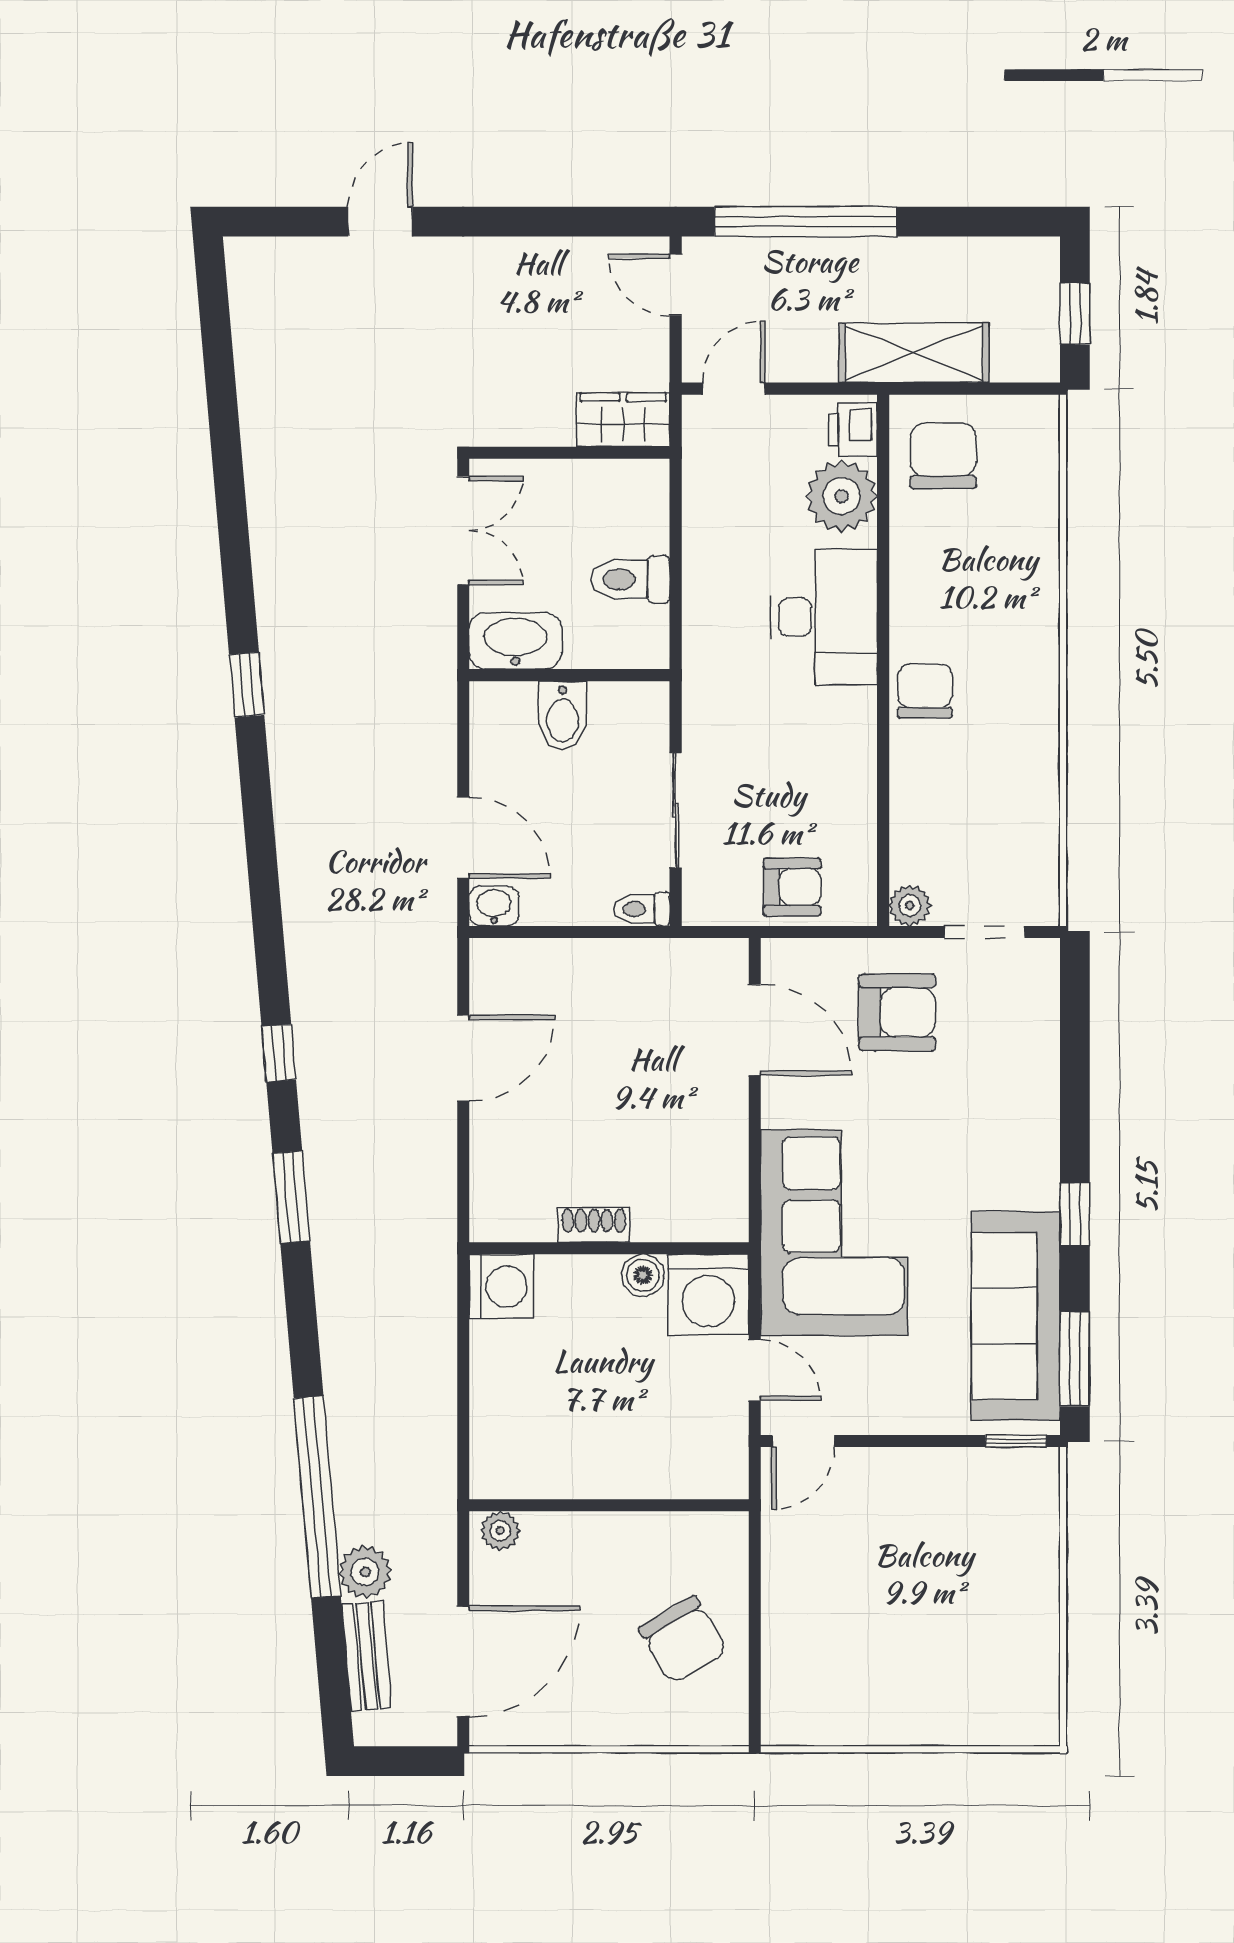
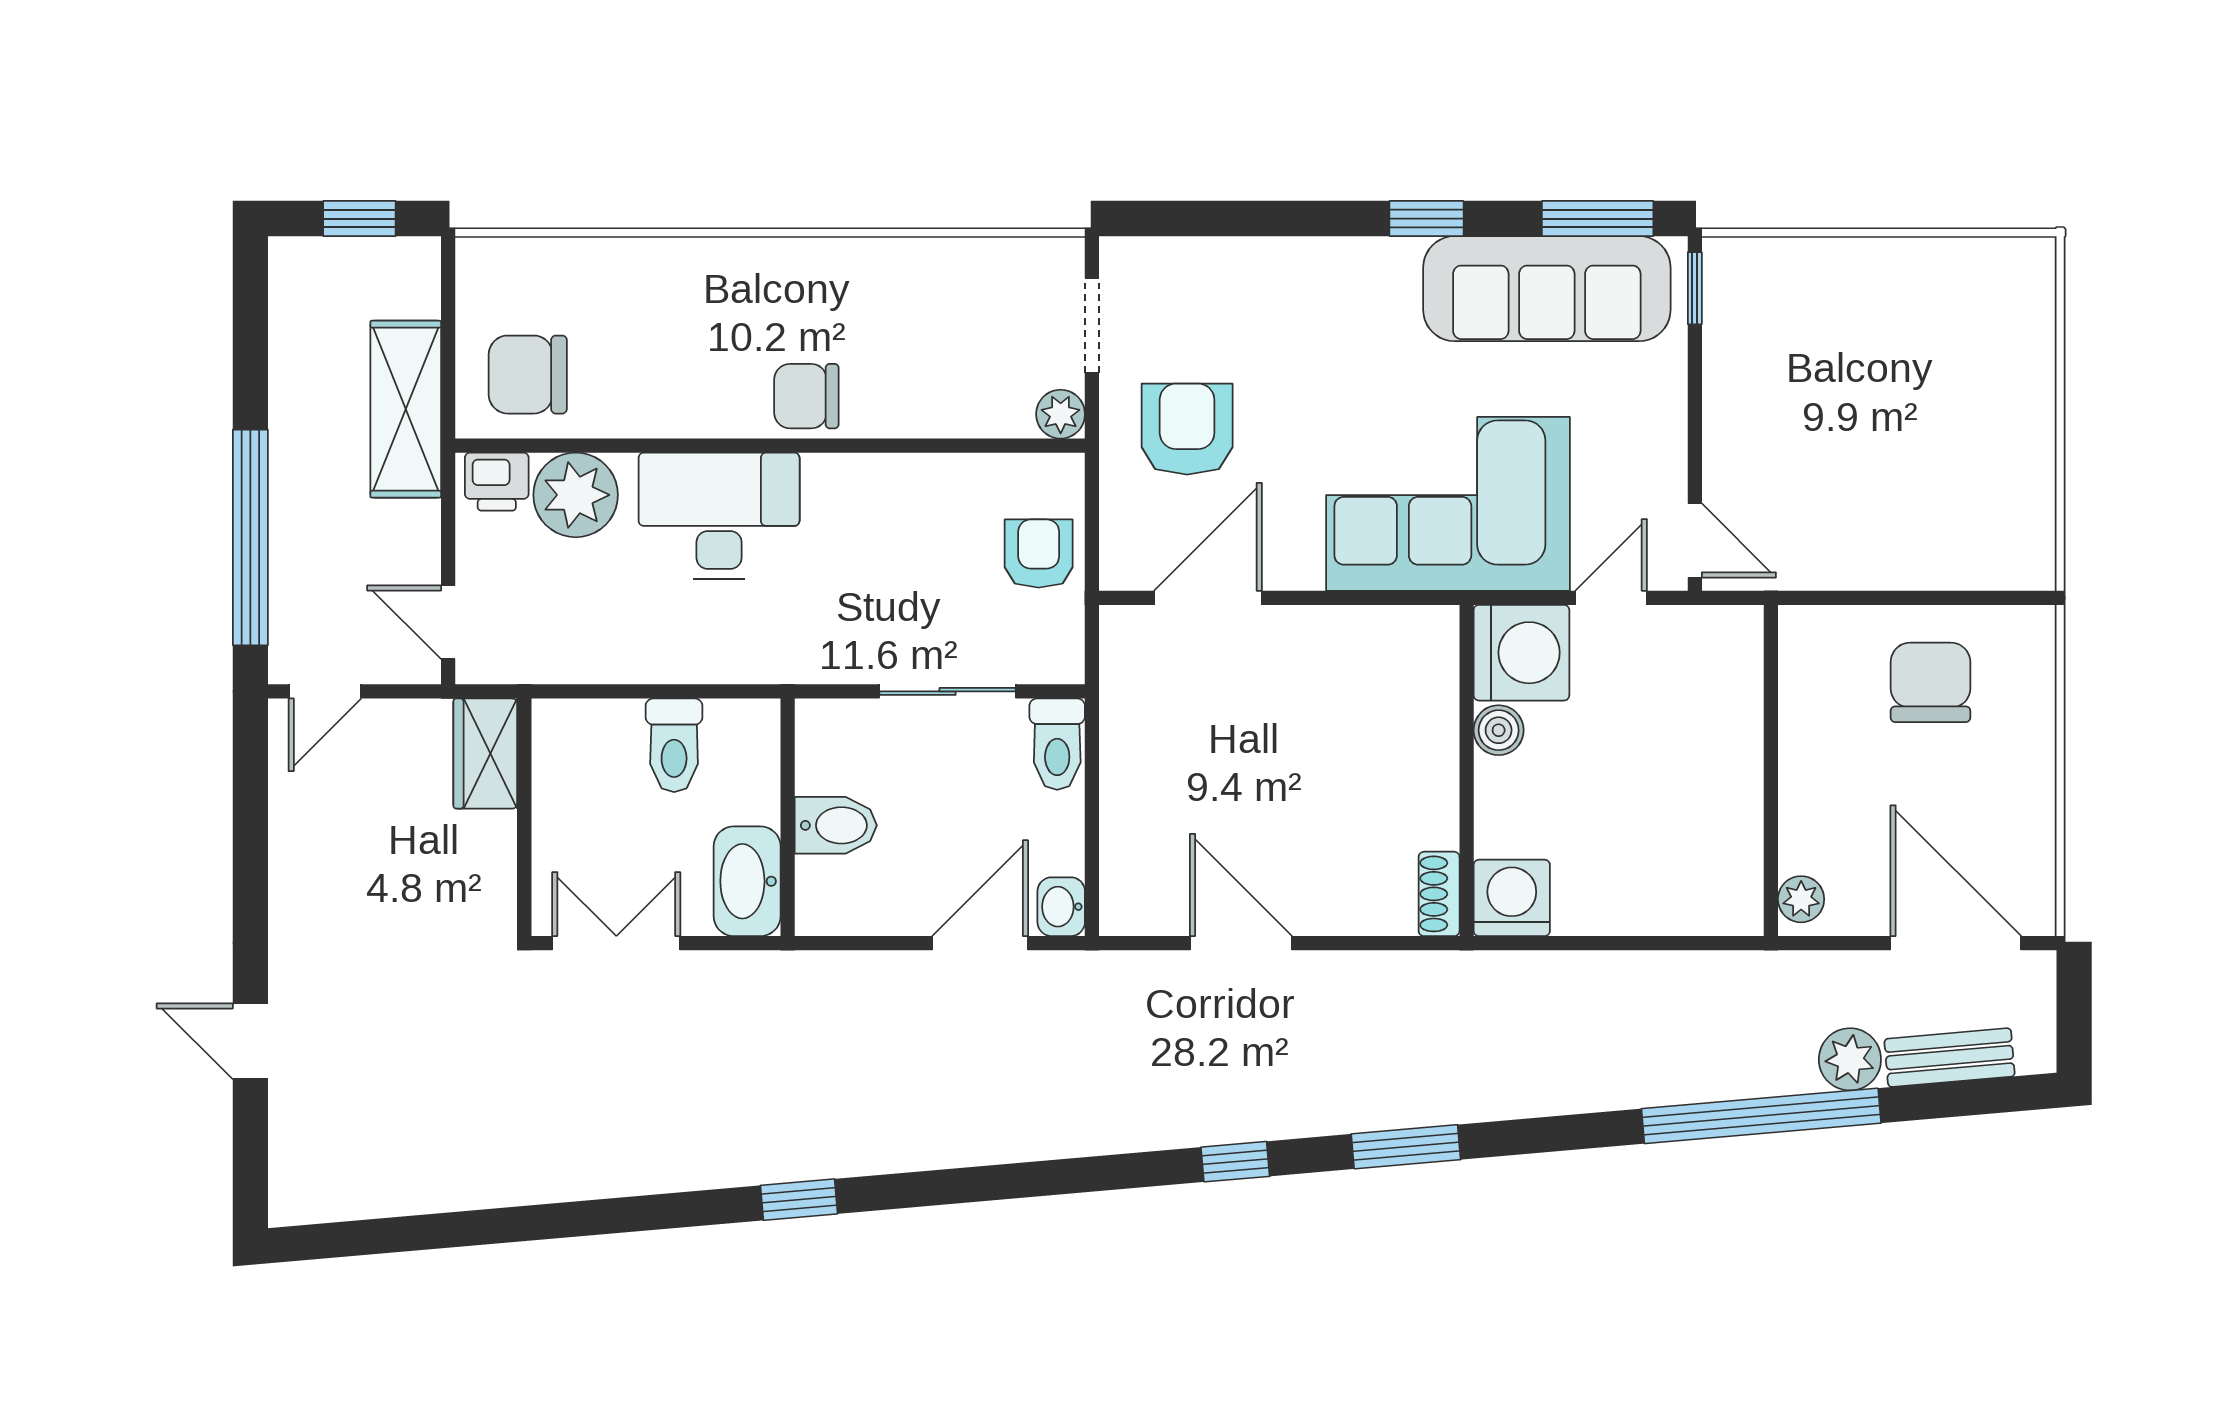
toilet: (642, 909) -> (1057, 744), width x1.37, depth x1.39
shoe rack: (594, 1225) -> (1439, 894), moved
chair: (683, 1640) -> (1930, 682), turned -59

